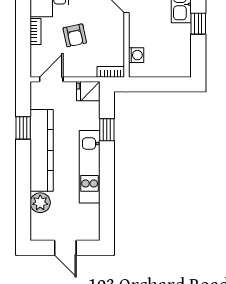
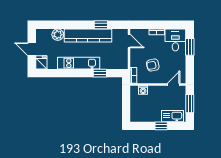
armchair: (75, 35) -> (153, 65), moved
fridge: (88, 91) -> (41, 62), moved
door: (65, 248) -> (32, 49), hinge flipped

